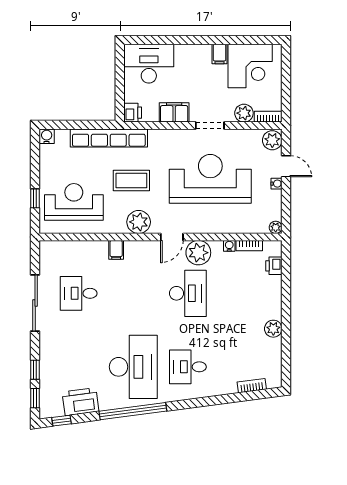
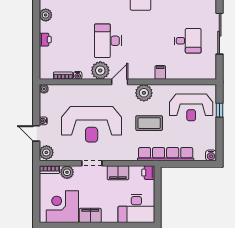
filing cabinet: (219, 54) -> (90, 215), width x2.00
printer: (274, 266) -> (45, 40), moved

